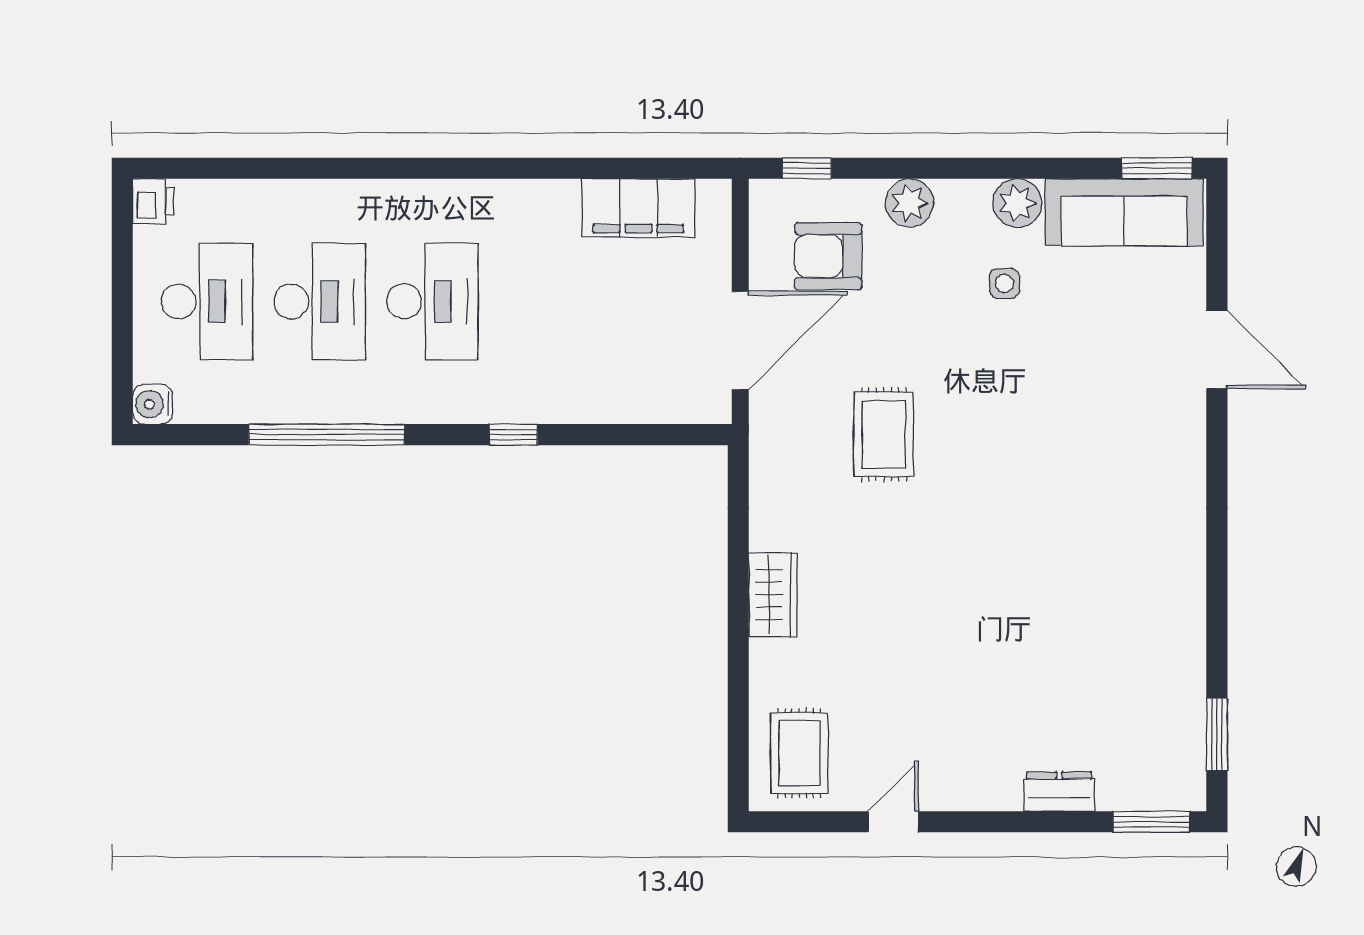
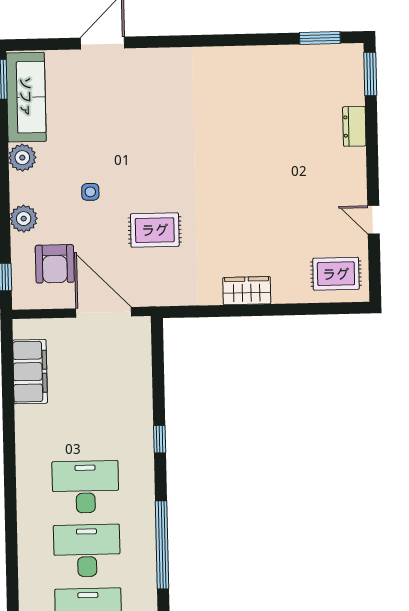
side table: (1004, 283) -> (90, 192), moved

